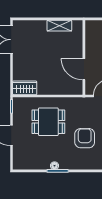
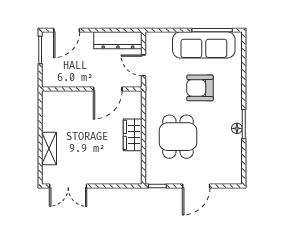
shelving: (59, 26) -> (49, 148), moved
wardrobe: (25, 88) -> (133, 135), moved

